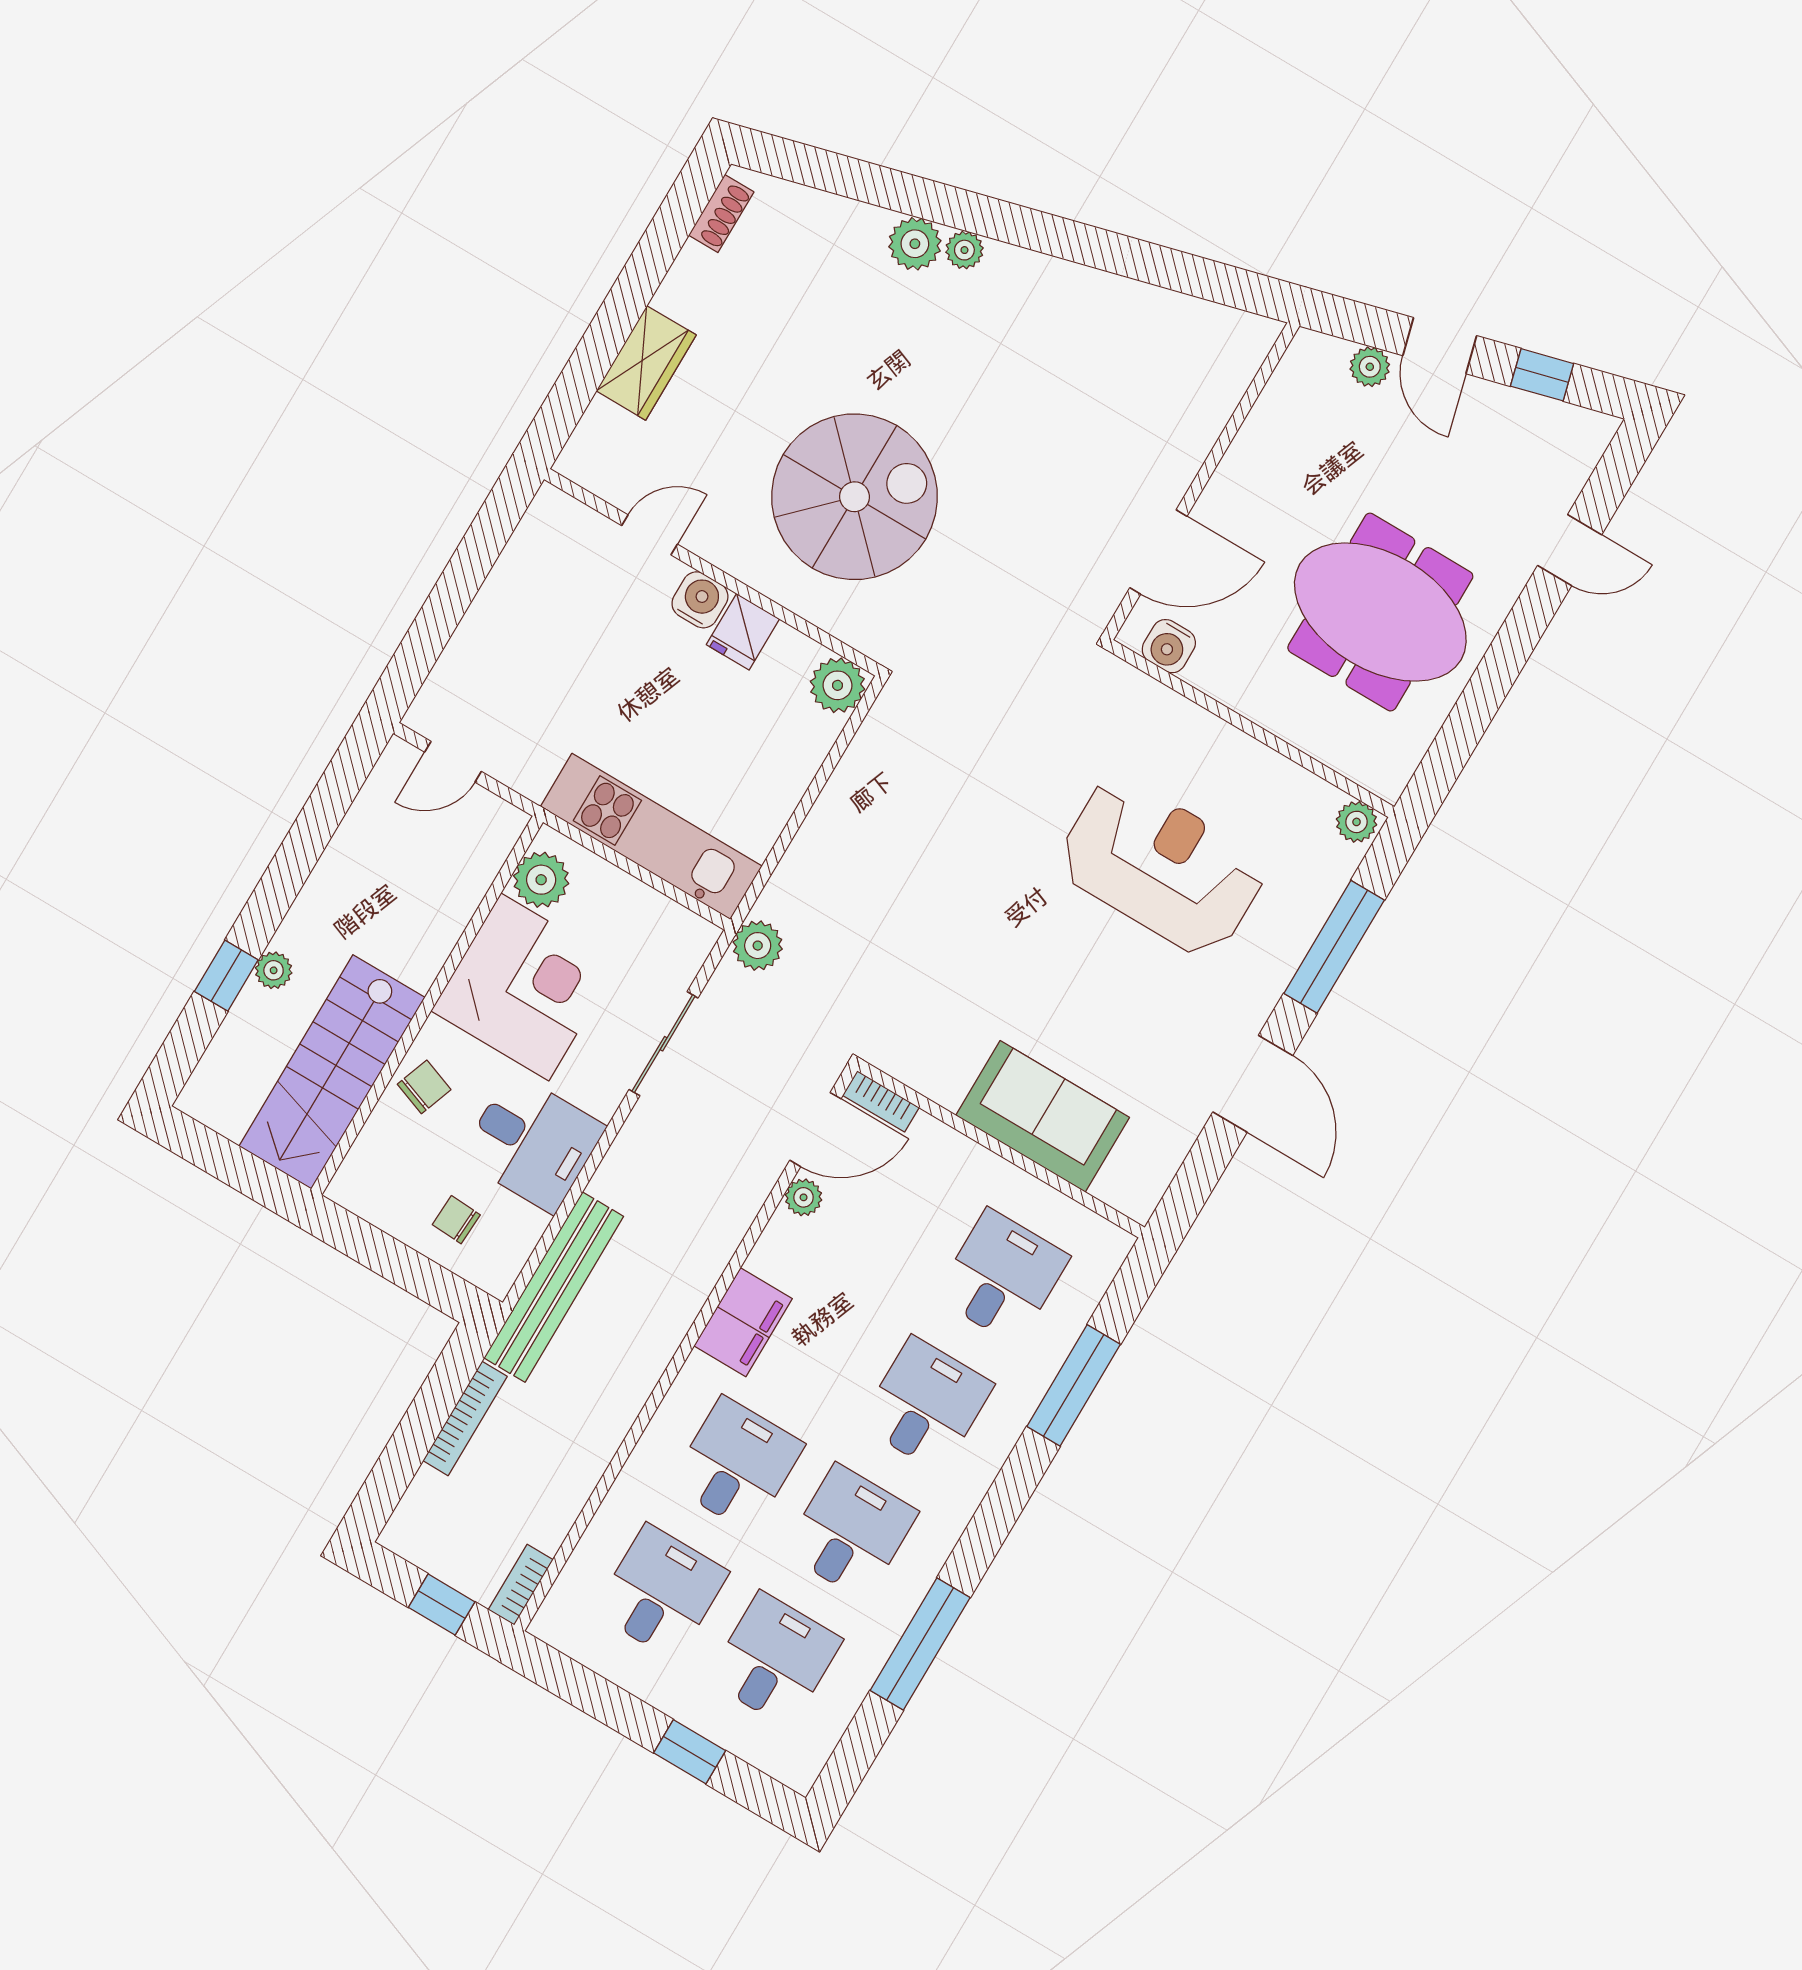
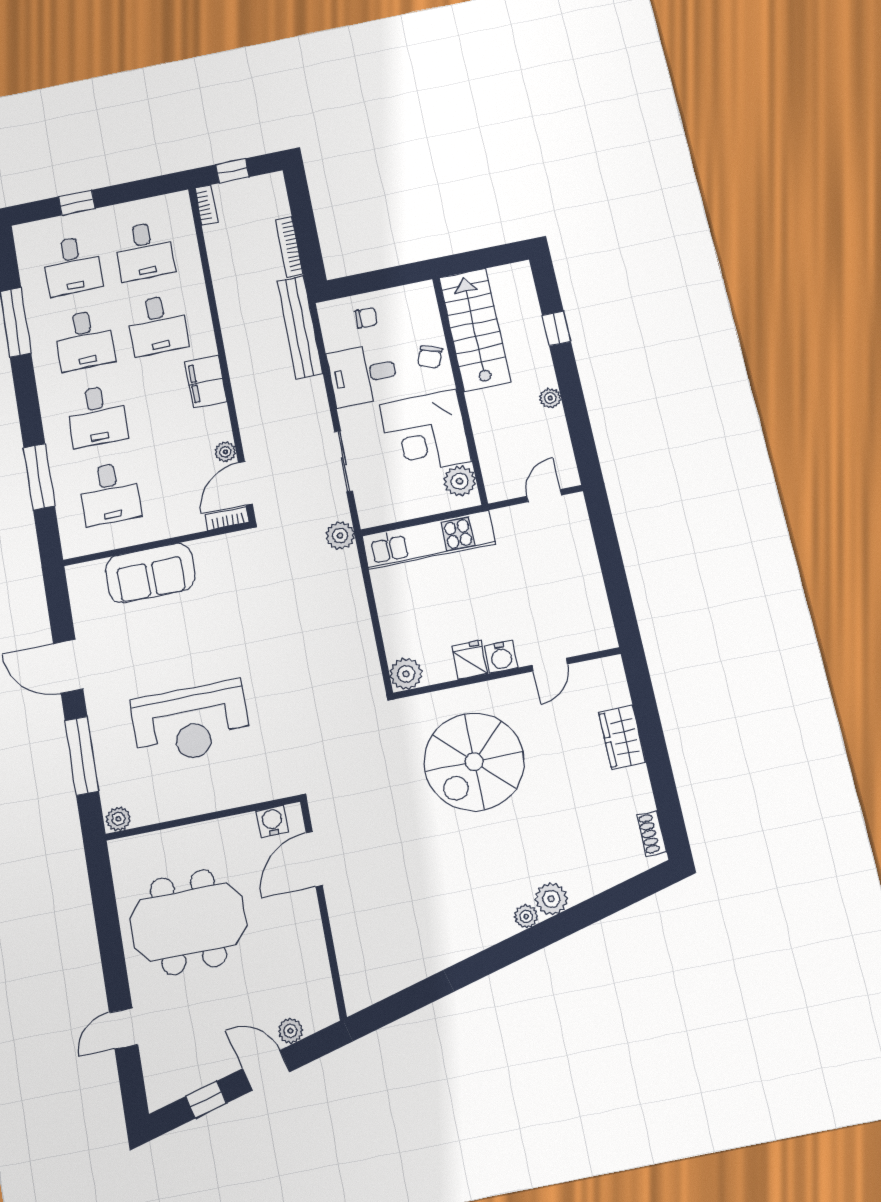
plant: (274, 970) -> (550, 398), moved

